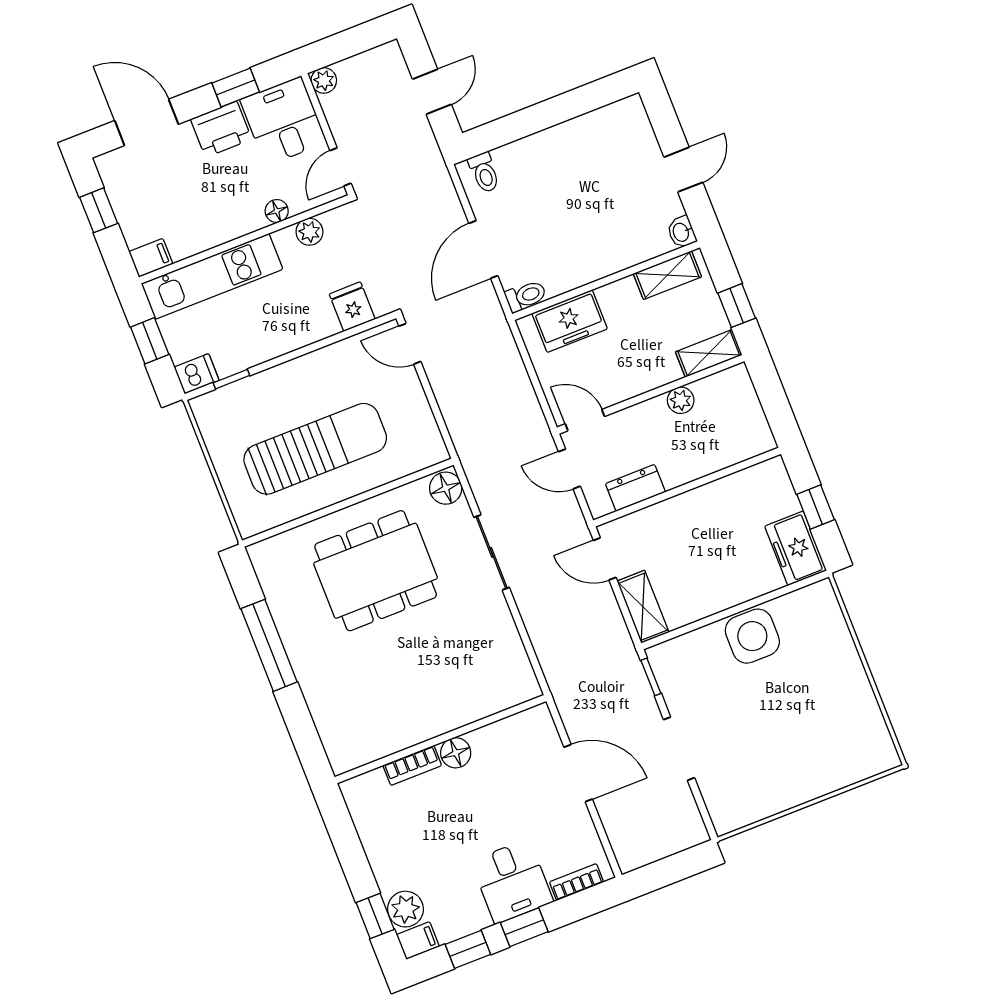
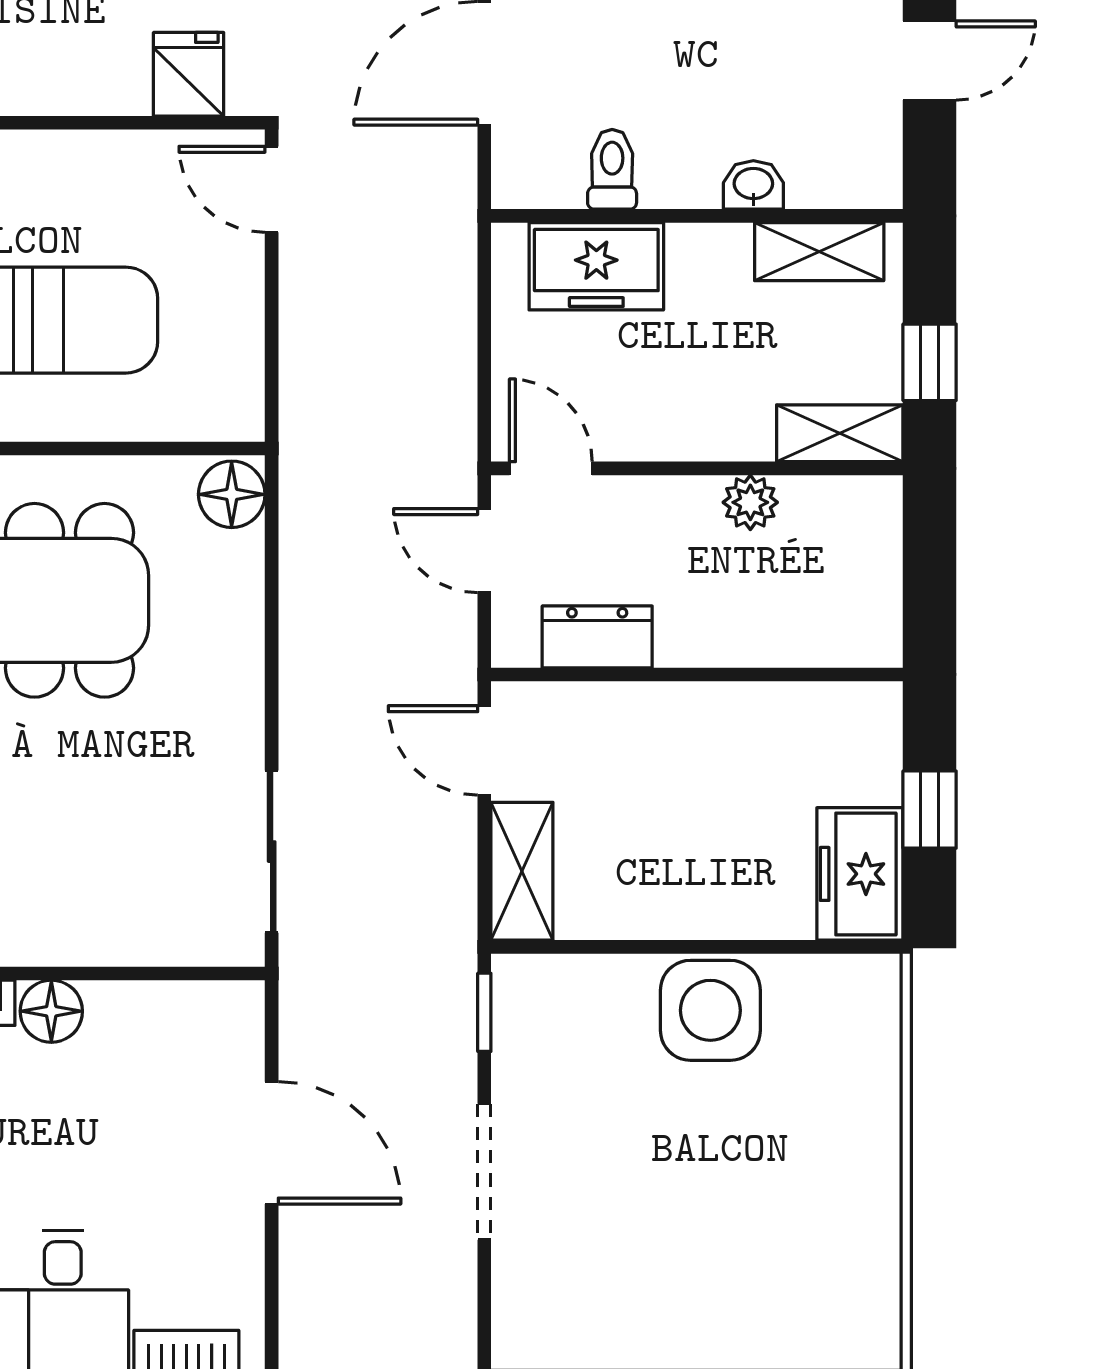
washbasin: (681, 232) -> (753, 185), moved, turned 90
toilet: (526, 296) -> (612, 169), moved, turned -90
sliding door: (492, 552) -> (272, 852), moved

